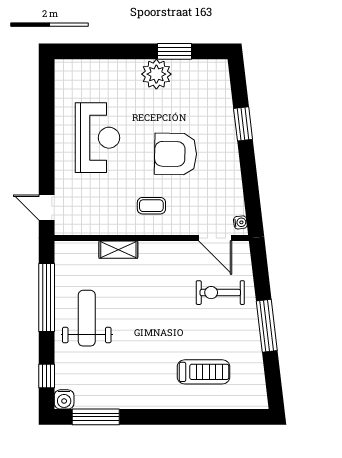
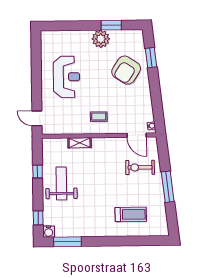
window: (243, 124) -> (151, 58), moved
armchair: (176, 154) -> (126, 70), moved, turned -58
window: (47, 297) -> (38, 172), width x0.32

